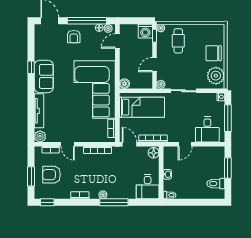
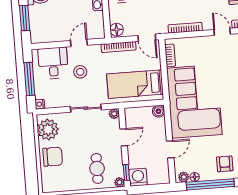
door: (117, 41) -> (170, 149), moved
stool: (186, 121) -> (80, 72), added

